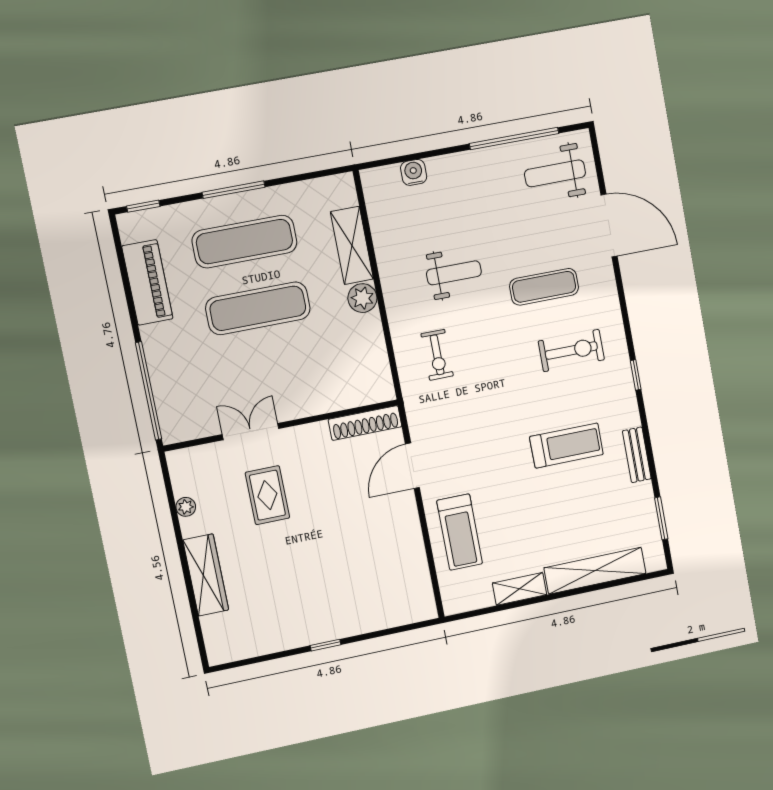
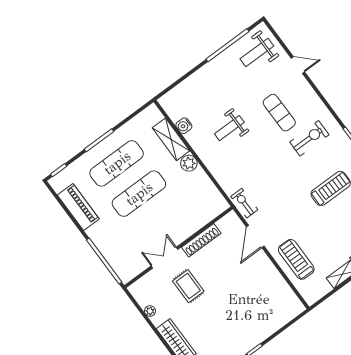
water cooler: (414, 172) -> (184, 126), moved, turned -90
door: (609, 225) -> (298, 65), width x0.53
weight bench: (454, 273) -> (229, 128), turned 180
exercise mat: (544, 287) -> (279, 113), turned 90
exercise bike: (437, 355) -> (244, 203), moved, turned 180
shoe rack: (365, 423) -> (201, 240), moved
treadmill: (460, 532) -> (296, 259), turned 180

